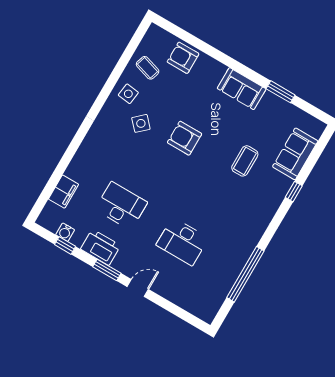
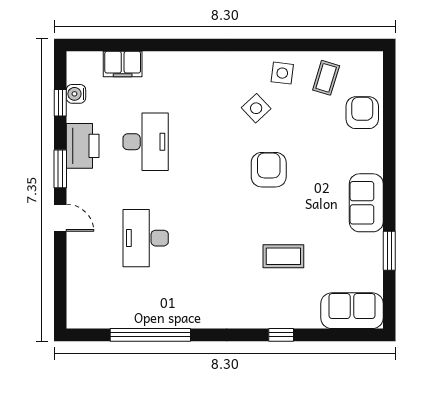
sofa: (295, 154) -> (352, 311), moved

